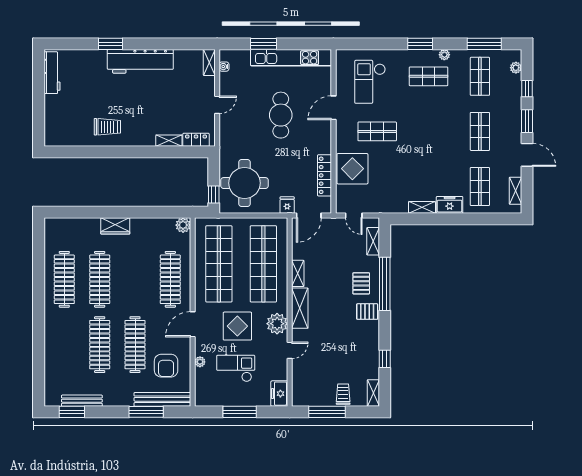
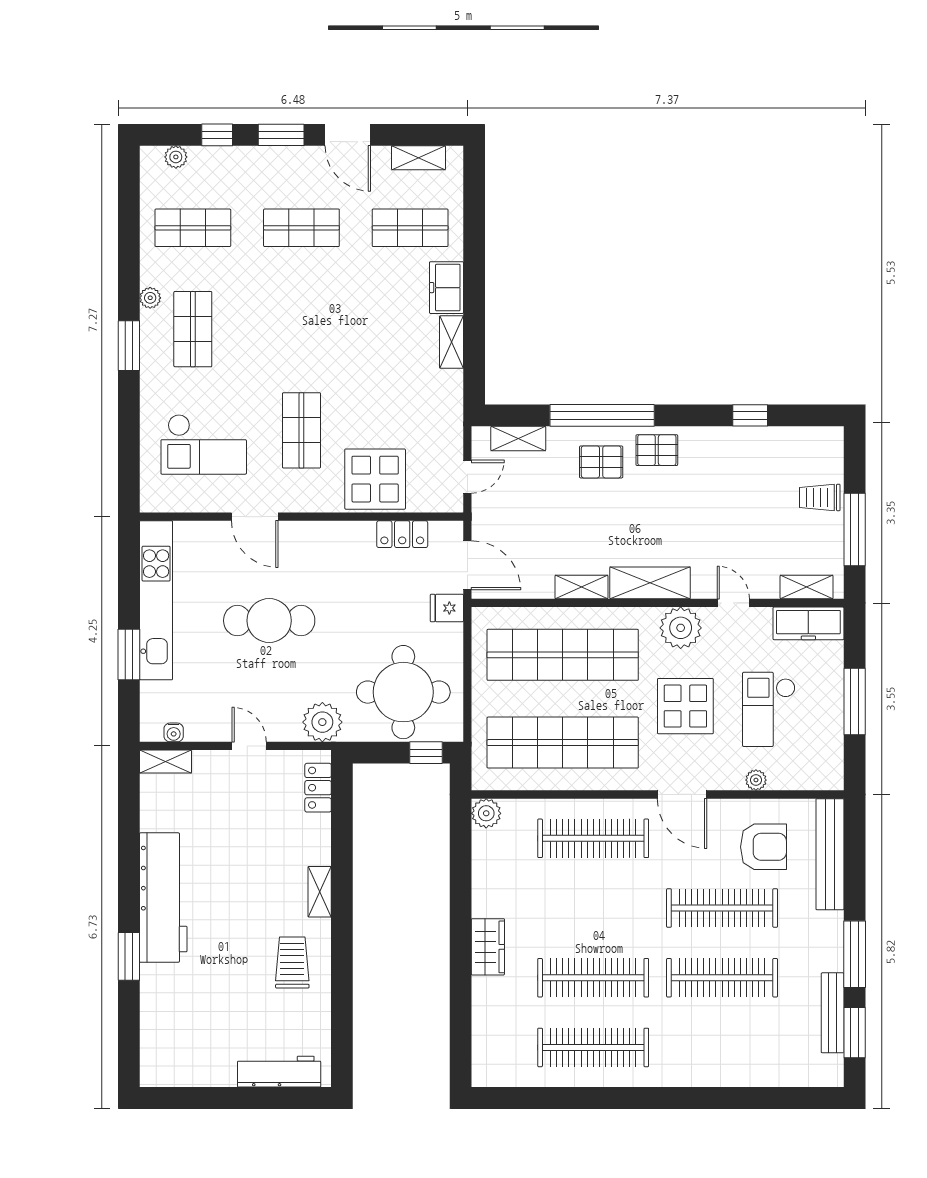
window: (484, 44) -> (129, 219), removed
workbench: (52, 73) -> (279, 1072), moved
shelving: (169, 141) -> (320, 892), moved
plant: (229, 142) -> (322, 722), added
door: (527, 155) -> (348, 135), swing flipped
locker: (325, 175) -> (402, 534), width x0.66
pallet: (367, 312) -> (657, 450), turned 90
shelving: (373, 393) -> (807, 587), moved
freezer: (279, 394) -> (808, 623), width x1.40
window: (146, 412) -> (855, 954), moved

